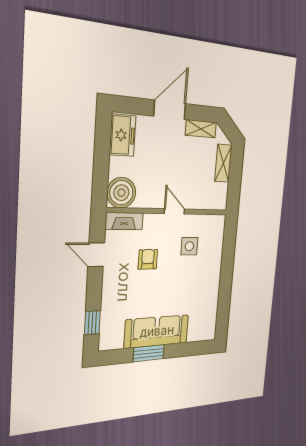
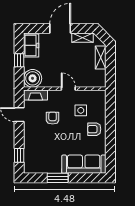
window: (101, 160) -> (19, 60), added
armchair: (205, 275) -> (94, 129), added
sofa: (157, 331) -> (84, 164), moved

